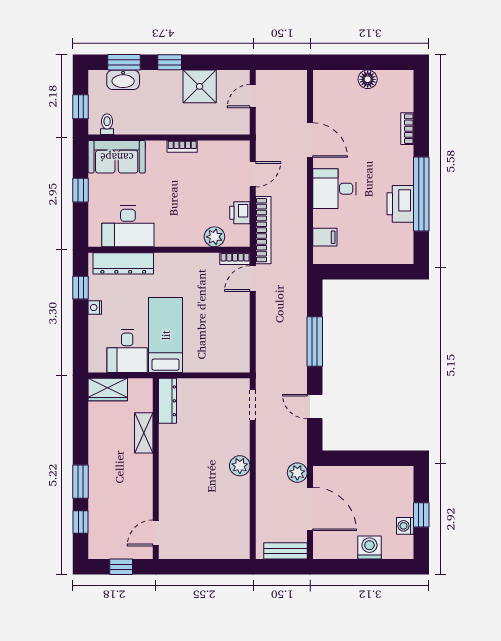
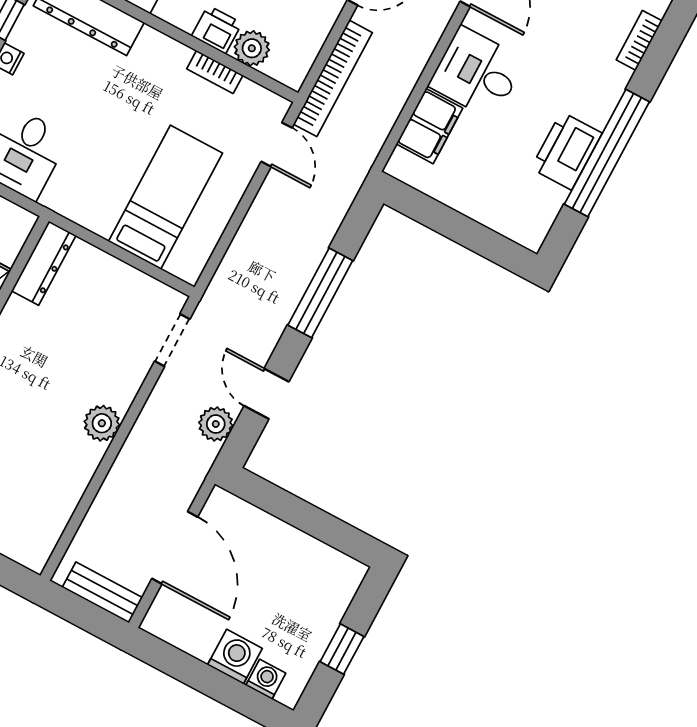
printer: (240, 213) -> (217, 30), moved, turned 90
filing cabinet: (325, 237) -> (429, 126), width x2.00
bookcase: (235, 259) -> (215, 72), moved
door: (253, 279) -> (277, 145), swing flipped
bed: (166, 335) -> (165, 197), moved
plant: (297, 473) -> (216, 424), moved
washing machine: (405, 526) -> (266, 679), moved, turned 90

